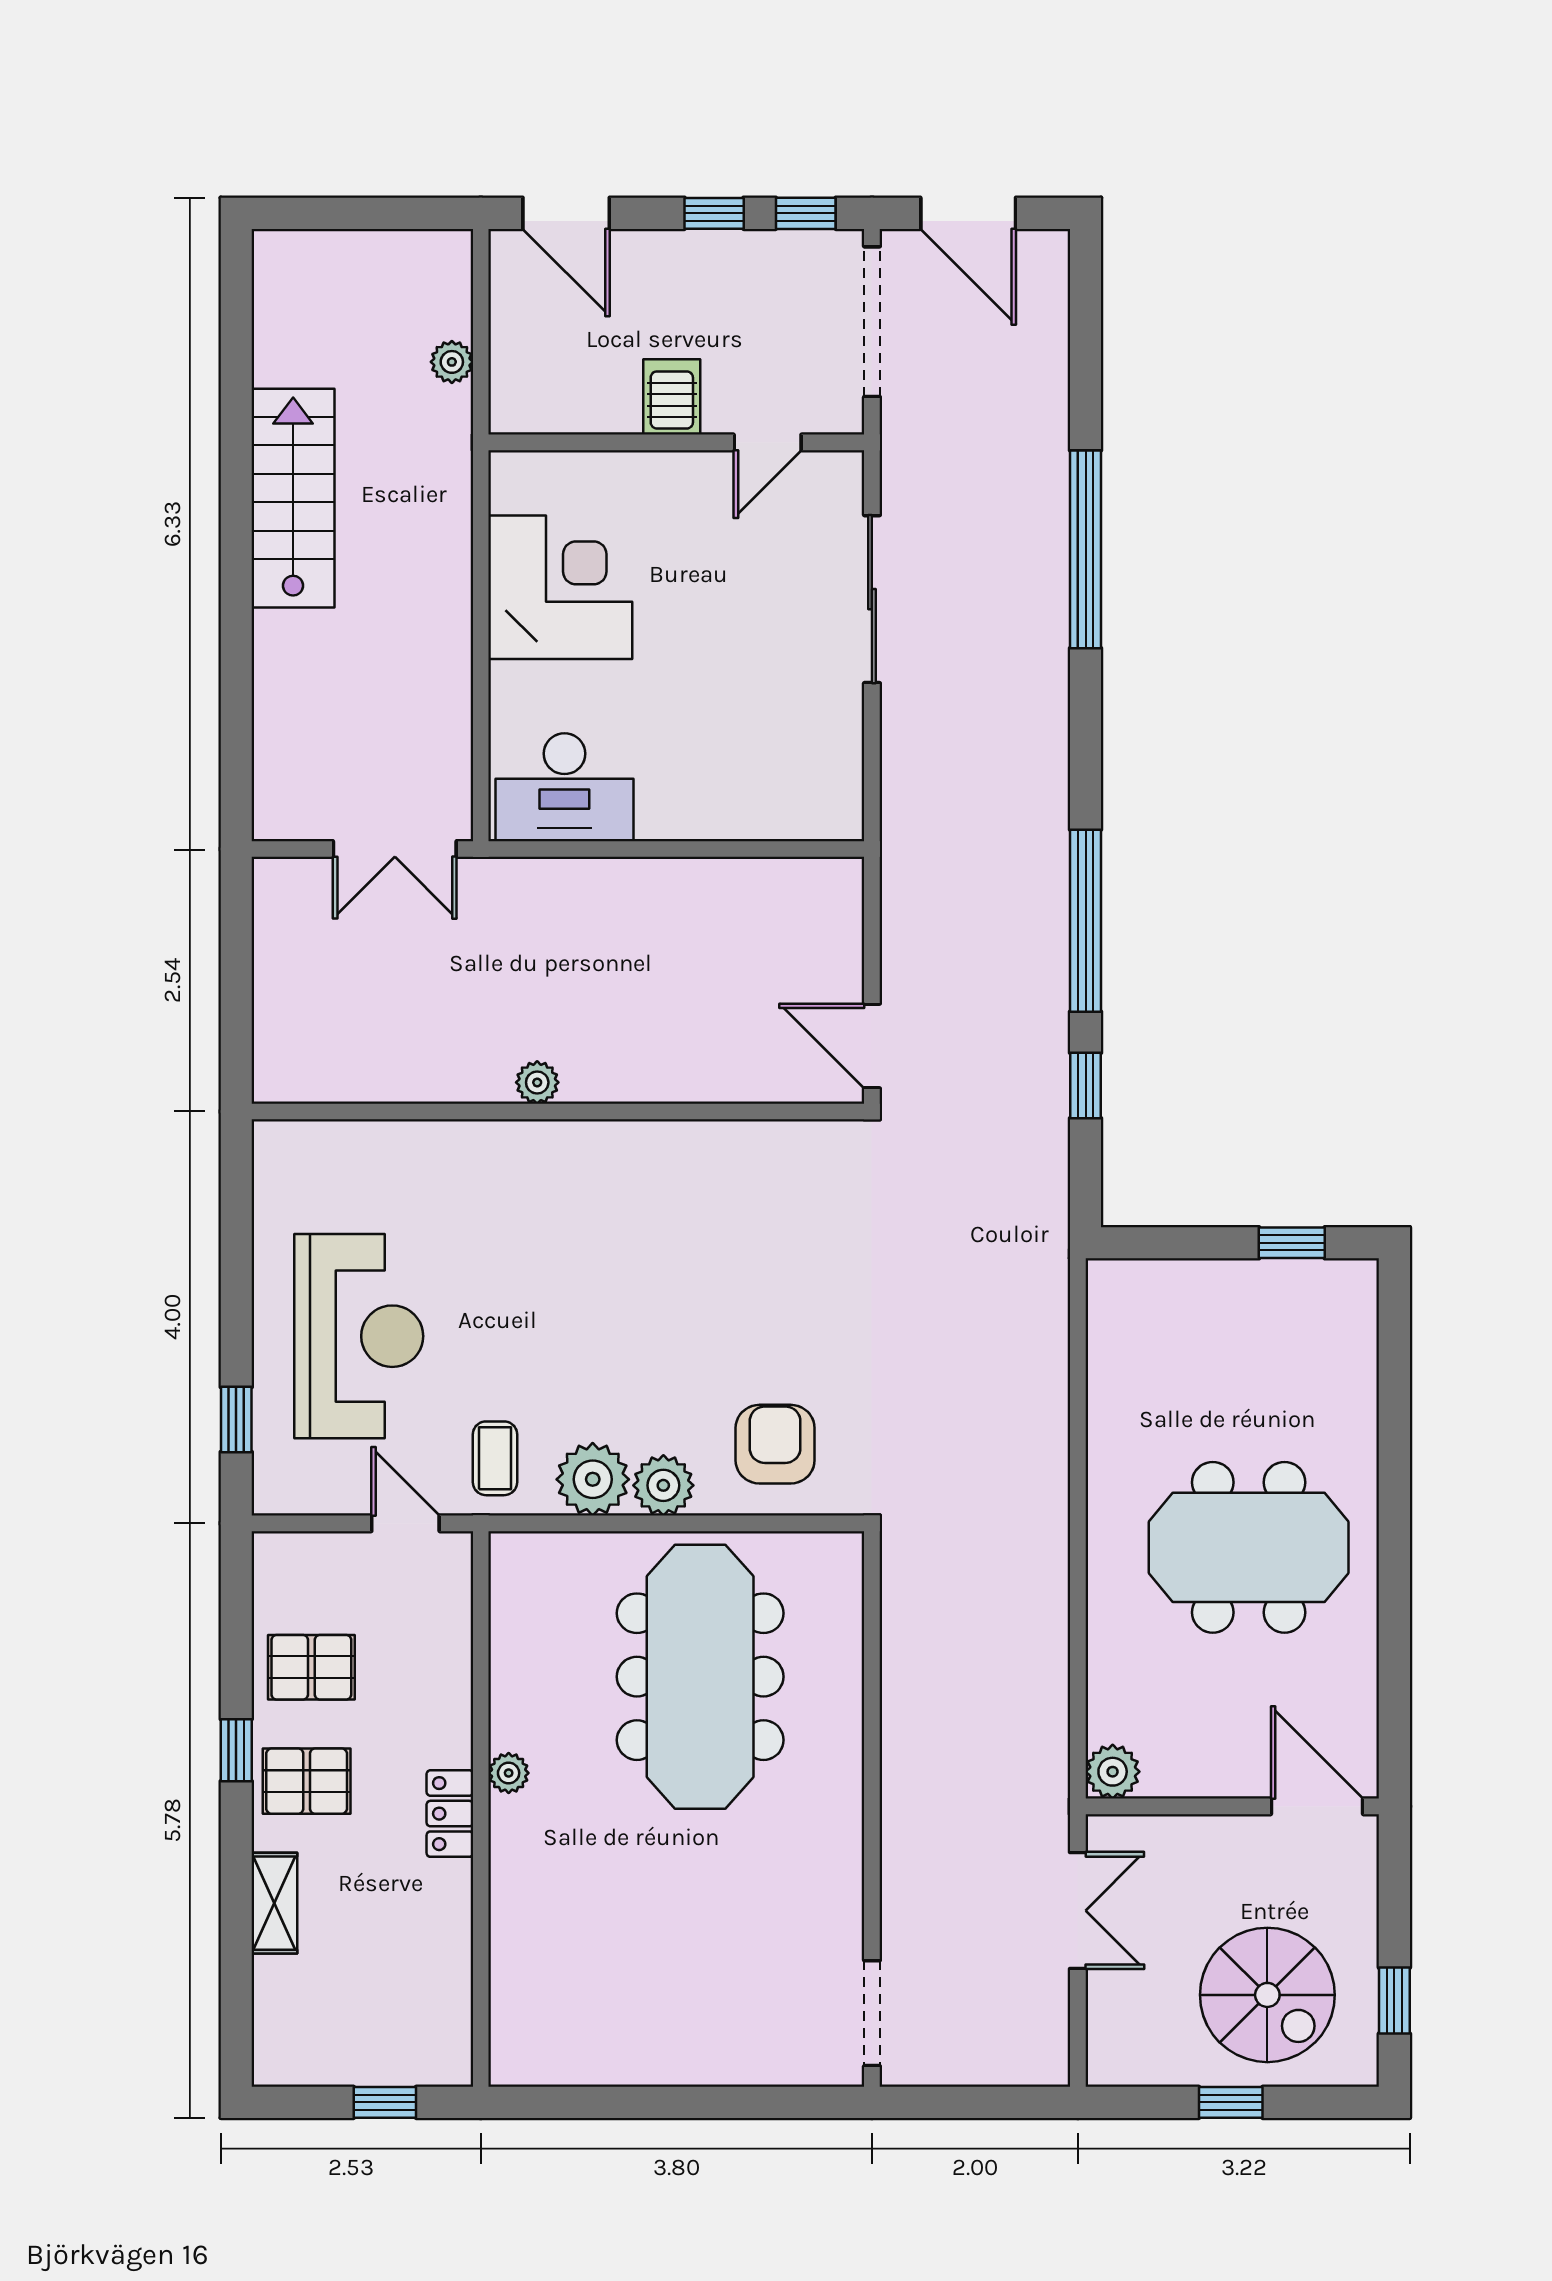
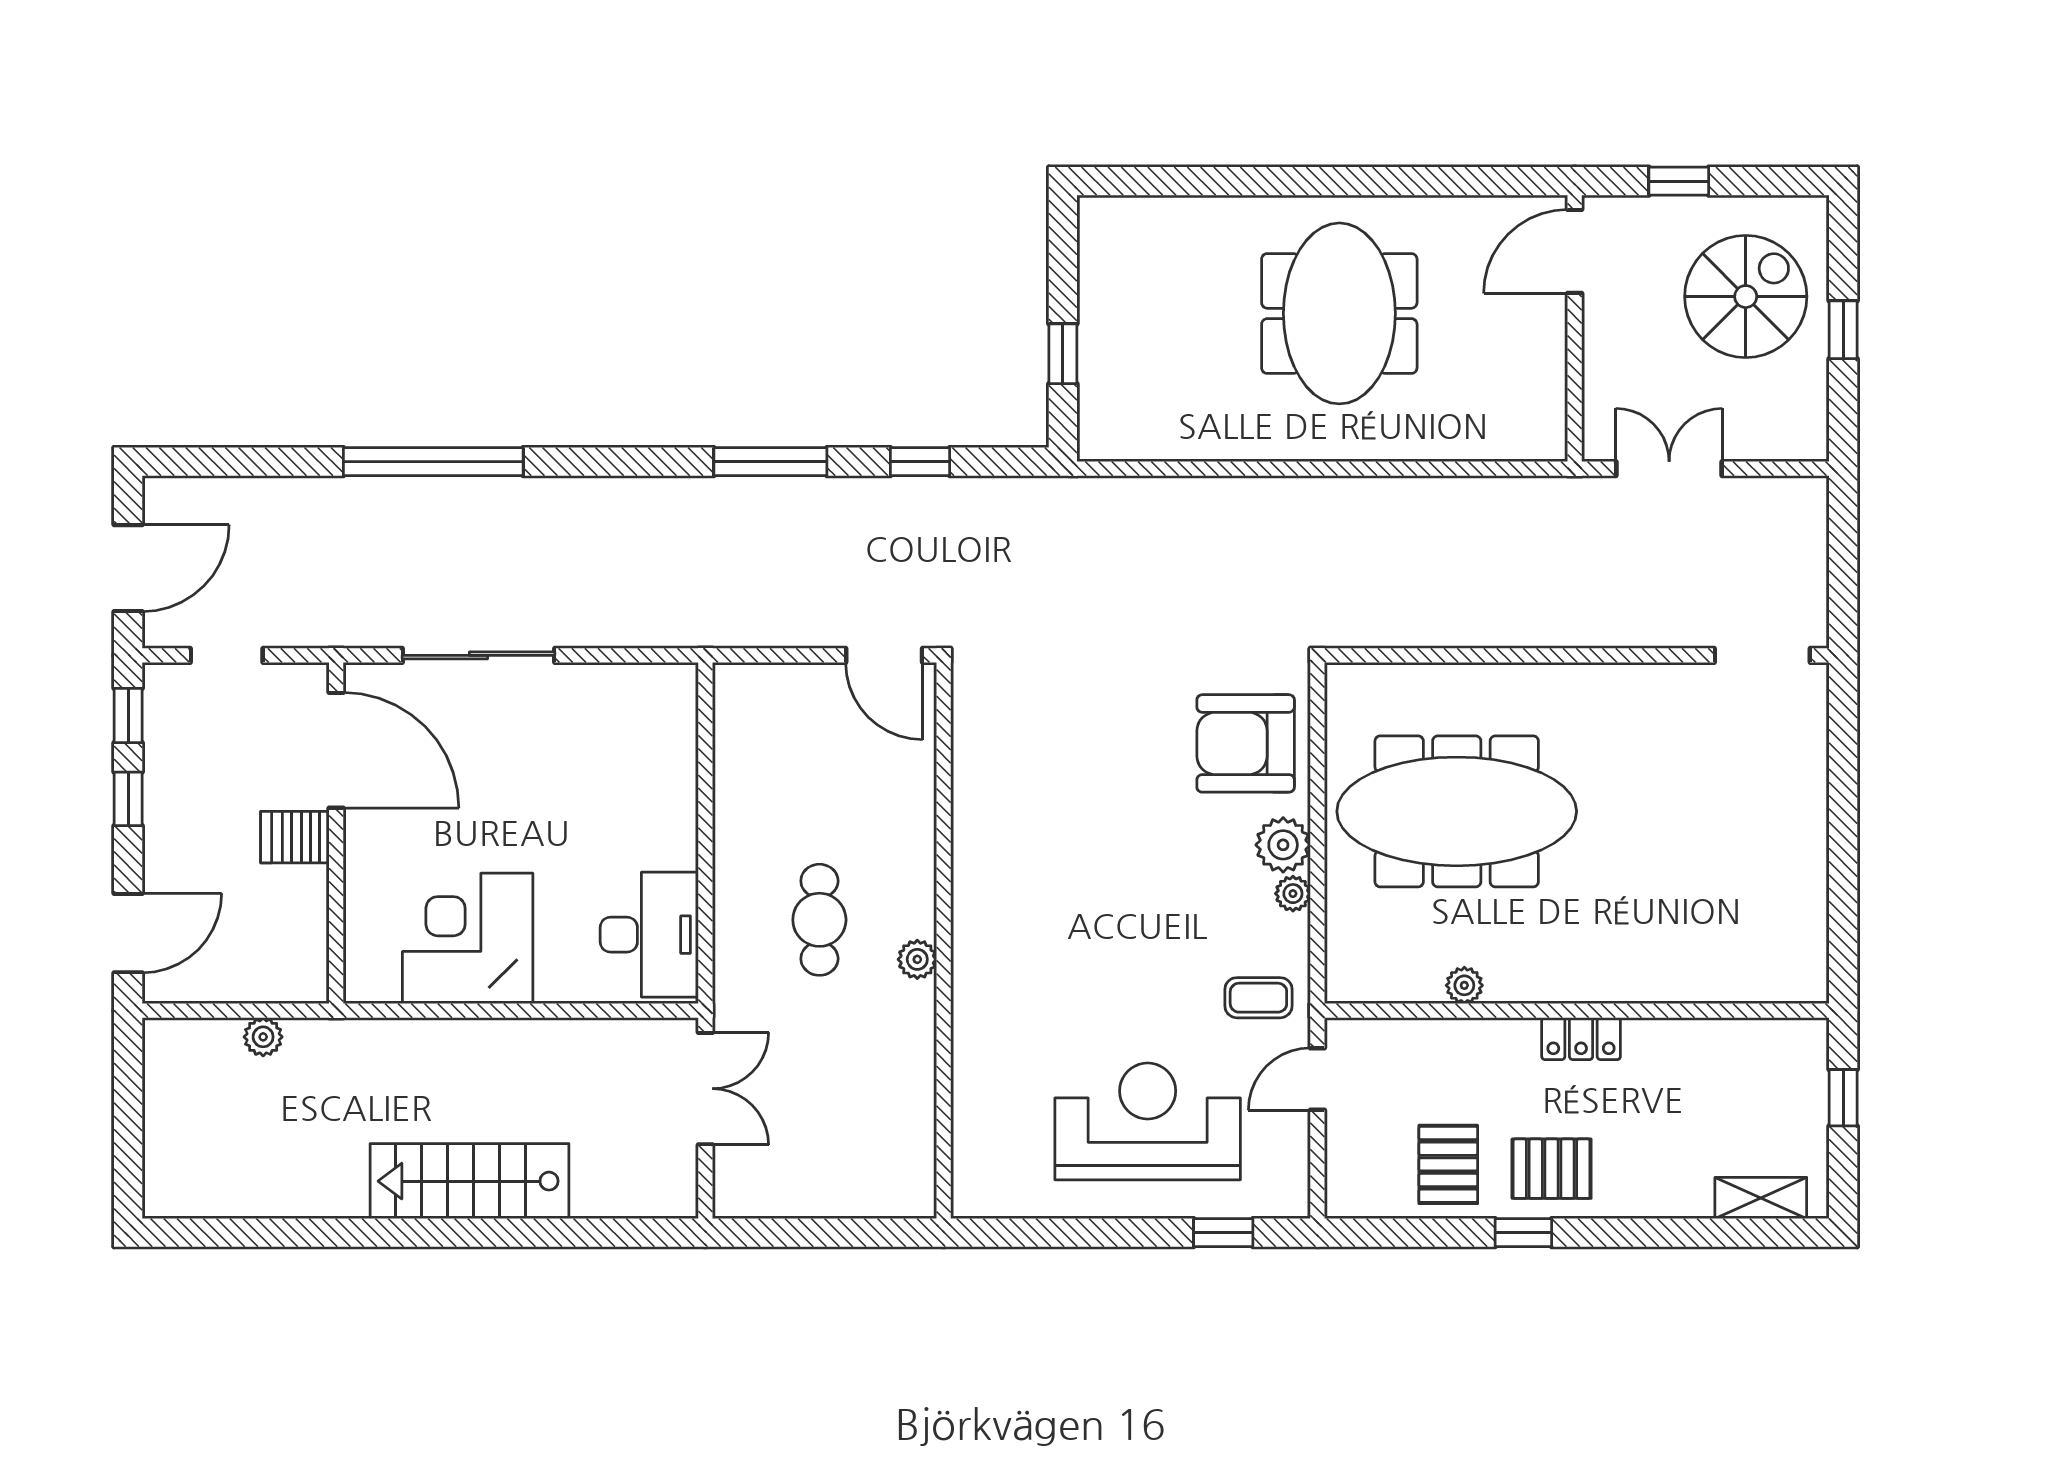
doorway: (872, 322) -> (227, 655), width x0.53
door: (768, 442) -> (336, 750), width x1.87
stairs: (293, 498) -> (469, 1181), moved
window: (1086, 921) -> (770, 462), width x0.68
cafe table: (581, 975) -> (819, 920), added
door: (872, 1046) -> (884, 655), hinge flipped
window: (1292, 1243) -> (1063, 354), moved
armchair: (775, 1444) -> (1246, 743), width x1.36, depth x1.36
plant: (593, 1479) -> (1293, 894), width x0.53, depth x0.53
plant: (1113, 1772) -> (1543, 437), removed
plant: (509, 1773) -> (1464, 985), moved
pallet: (307, 1781) -> (1552, 1169), turned 90
shelving: (274, 1903) -> (1761, 1198), moved
window: (1394, 2001) -> (1679, 181), moved

